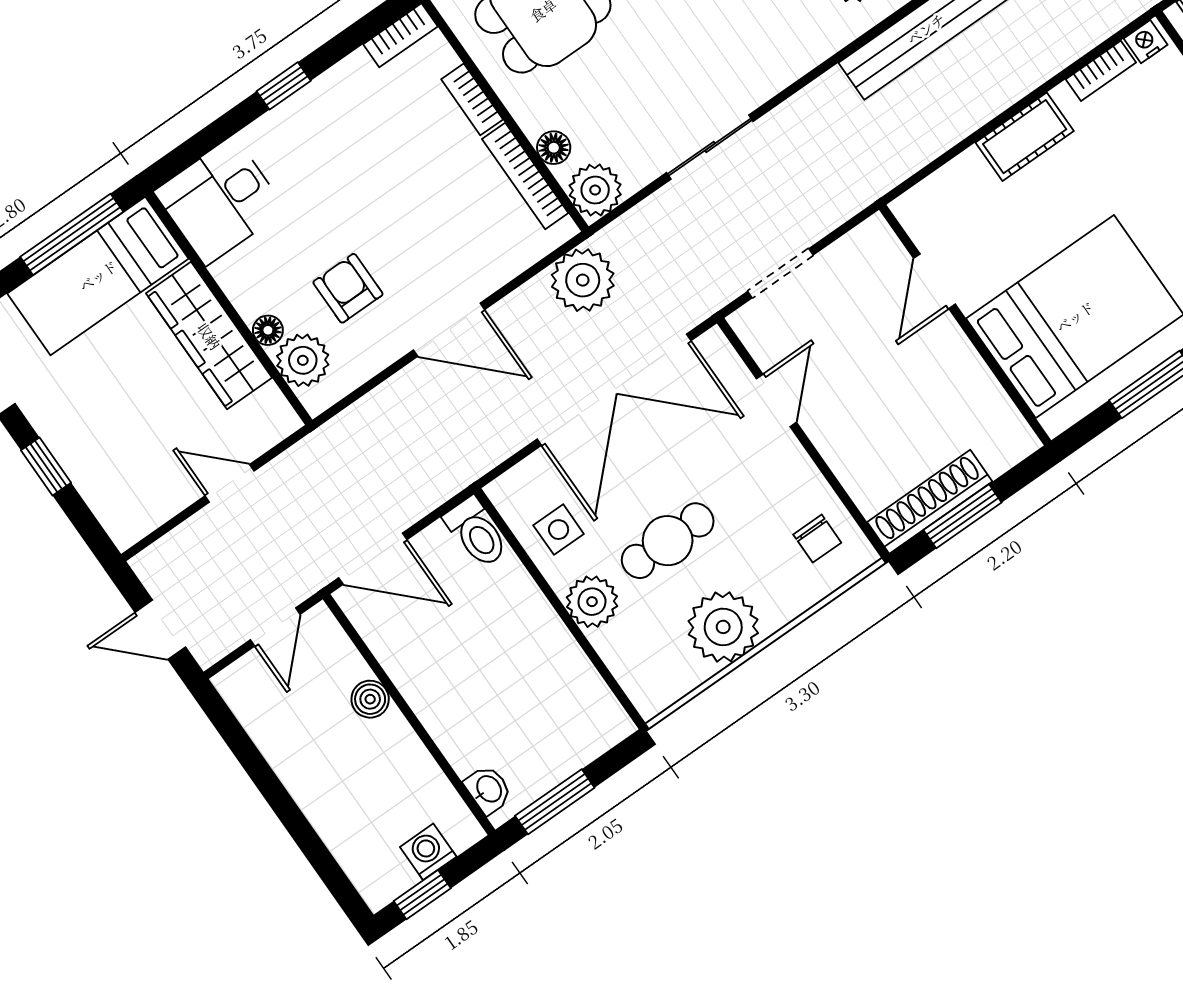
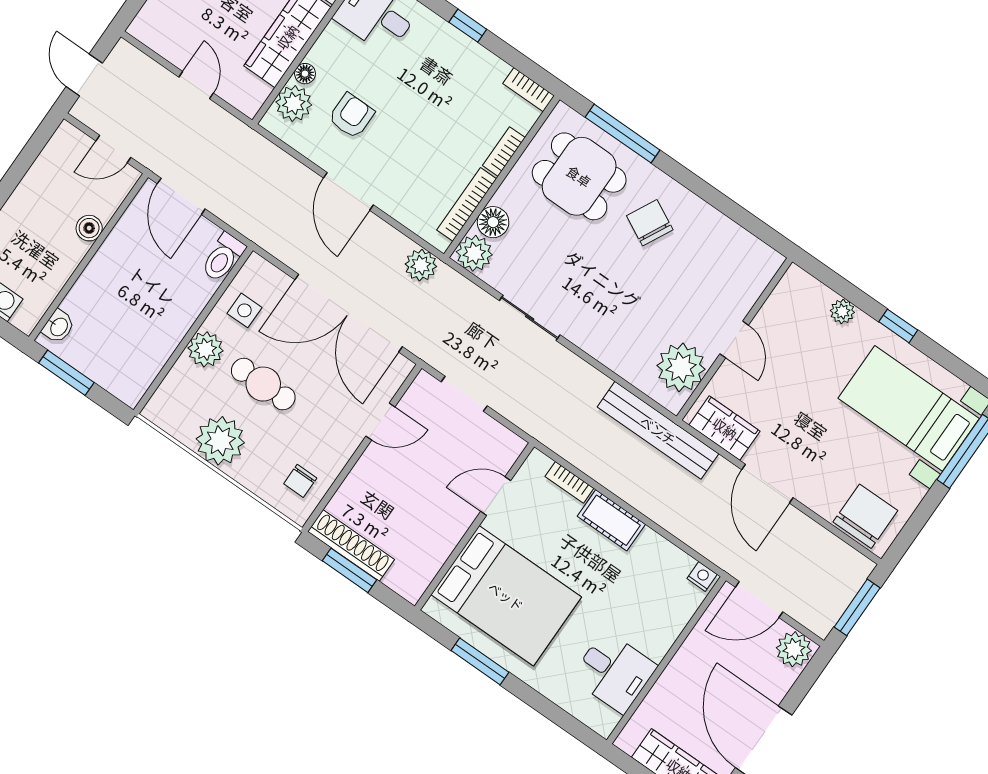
bookcase: (1101, 71) -> (569, 482), moved
floor lamp: (554, 148) -> (493, 222), width x1.37, depth x1.37
plant: (583, 280) -> (421, 265), width x0.73, depth x0.73

